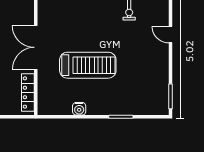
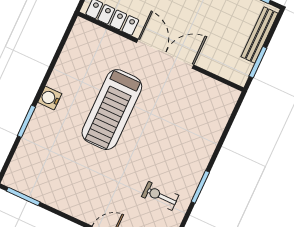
water cooler: (79, 109) -> (50, 98), moved

